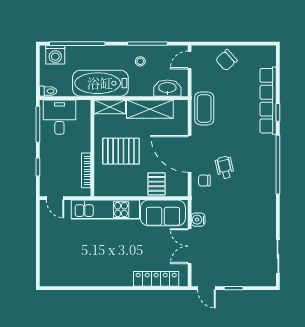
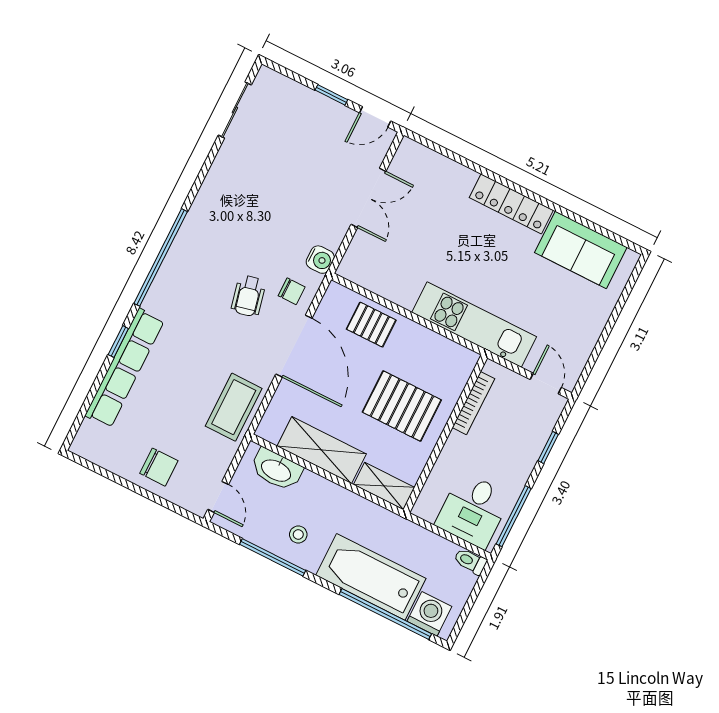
door: (190, 60) -> (218, 497), hinge flipped
chair: (226, 60) -> (159, 467), turned 42
bathtub: (100, 83) -> (371, 577), moved, turned 180
pallet: (157, 184) -> (371, 325), turned 90
sofa: (163, 213) -> (581, 250), moved, turned 180
water cooler: (198, 220) -> (320, 260), moved
locker: (156, 279) -> (511, 204), moved
door: (206, 288) -> (375, 117), swing flipped

